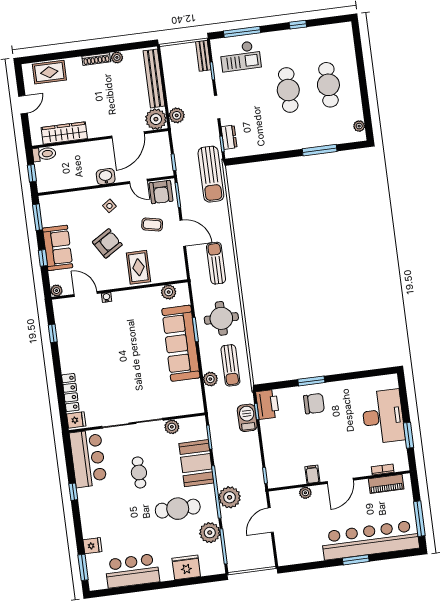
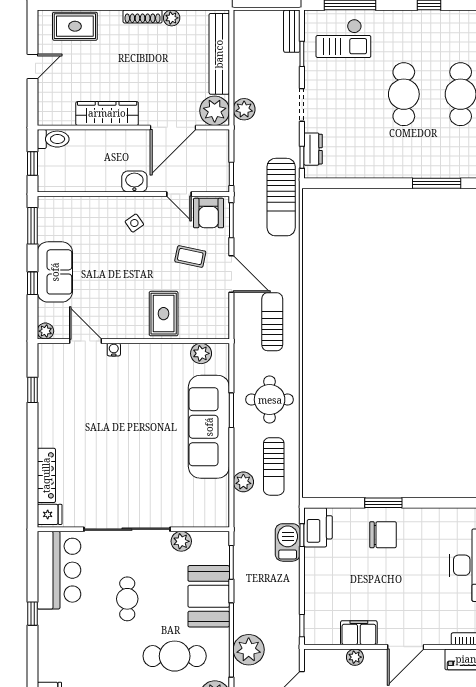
wardrobe: (64, 133) -> (107, 113), moved
armchair: (107, 243) -> (125, 275), removed
filing cabinet: (312, 474) -> (359, 633), width x2.00

